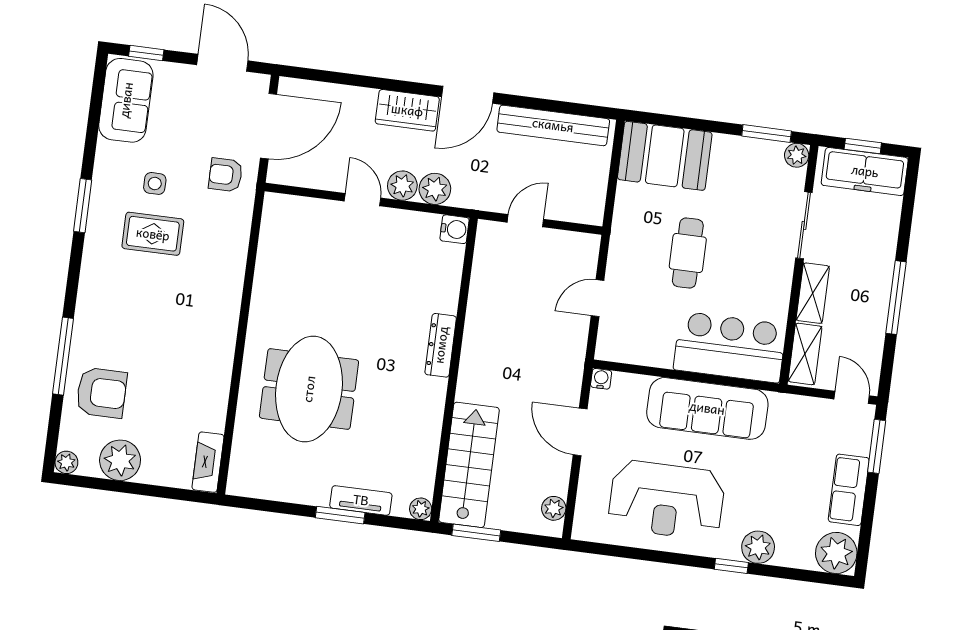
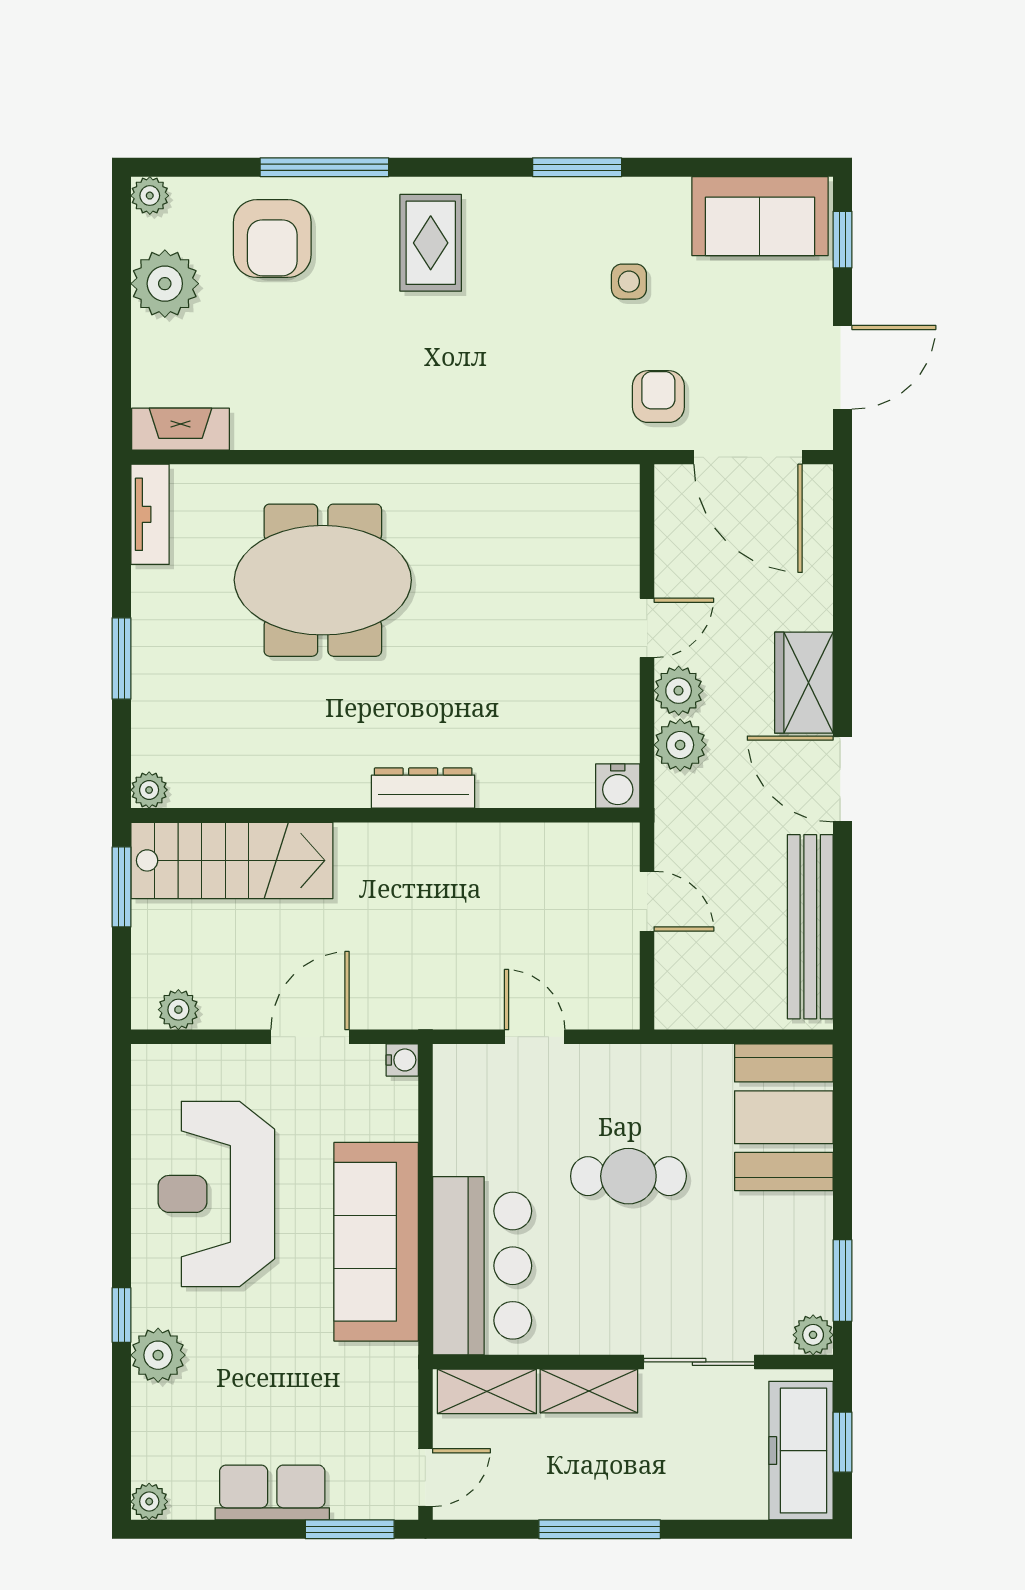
rug: (153, 234) -> (431, 243), moved
tv unit: (361, 500) -> (150, 514), moved
plant: (836, 553) -> (149, 1502), width x0.53, depth x0.53

